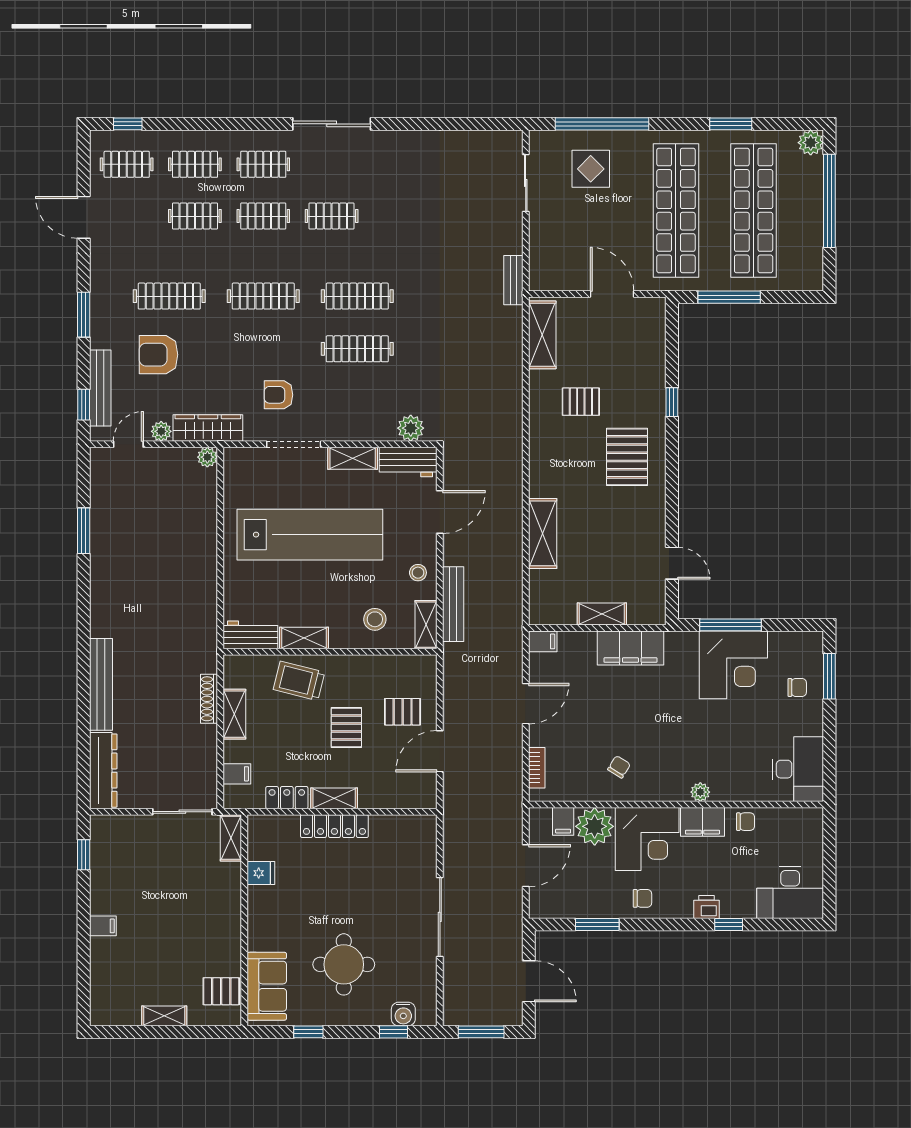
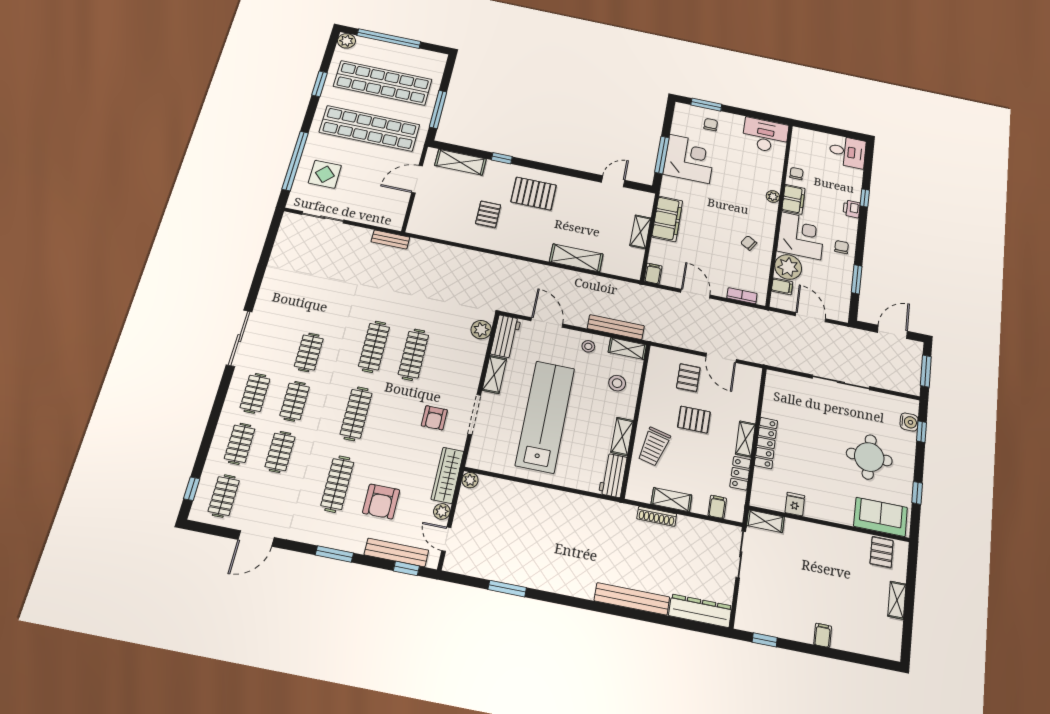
shelving: (542, 335) -> (460, 162), moved
desk: (790, 892) -> (848, 152), width x0.73

